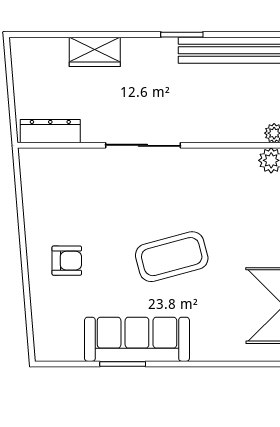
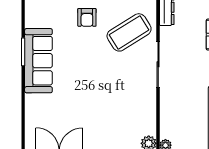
coffee table: (172, 257) -> (129, 32), moved, turned 73

